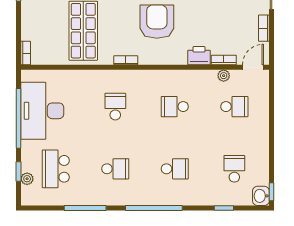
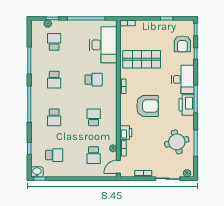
door: (253, 67) -> (118, 167), swing flipped
desk: (42, 111) -> (103, 45), moved, turned 90
school desk: (56, 169) -> (54, 42), width x0.54

